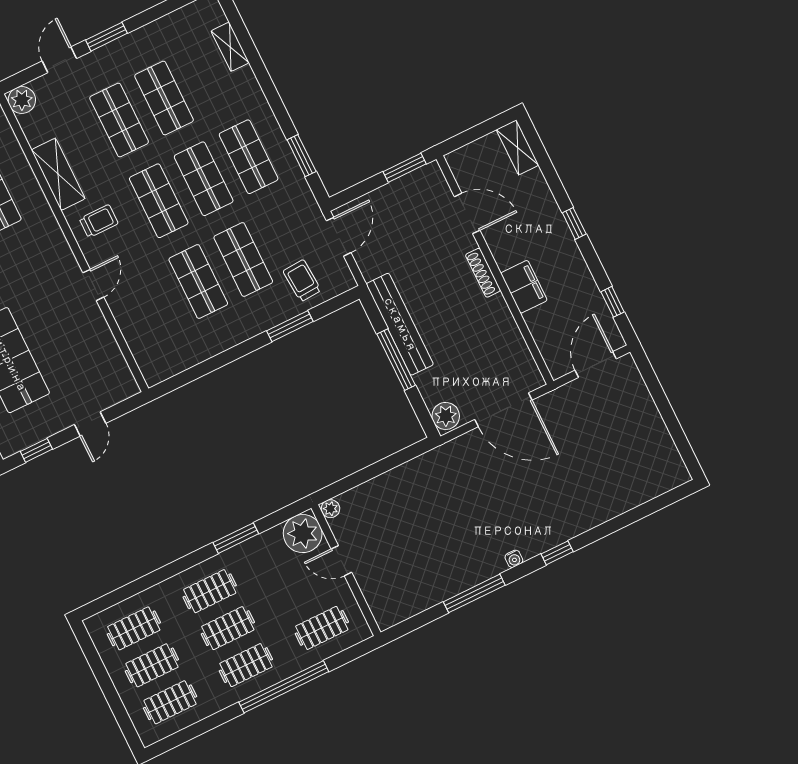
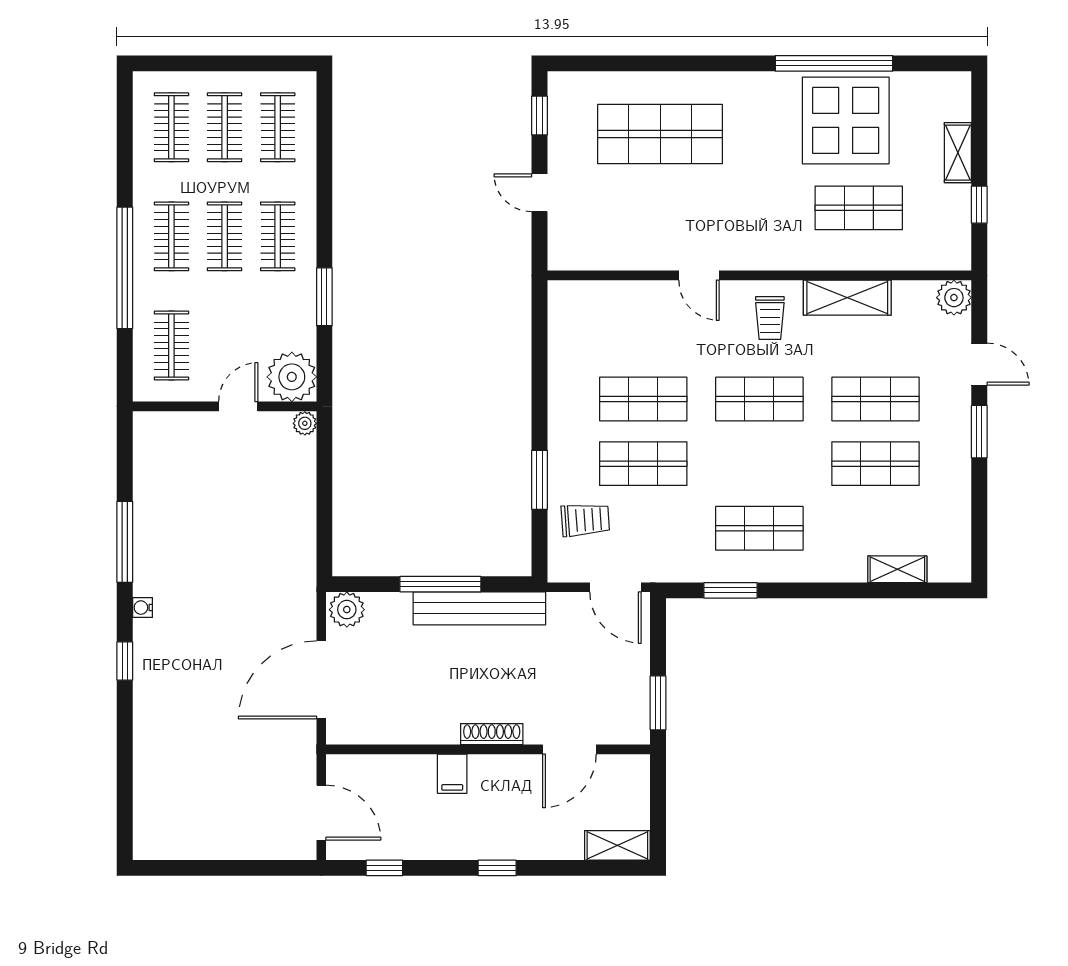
shop shelf: (204, 179) -> (759, 464), removed
filing cabinet: (524, 287) -> (452, 774), width x0.50

